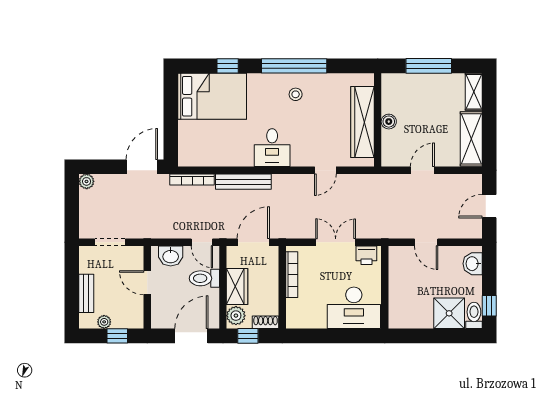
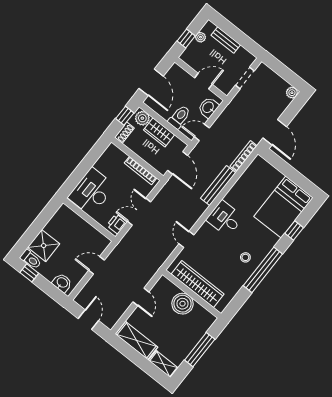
boiler: (389, 122) -> (183, 304), width x1.86, depth x1.86
double door: (336, 242) -> (139, 212), swing flipped

